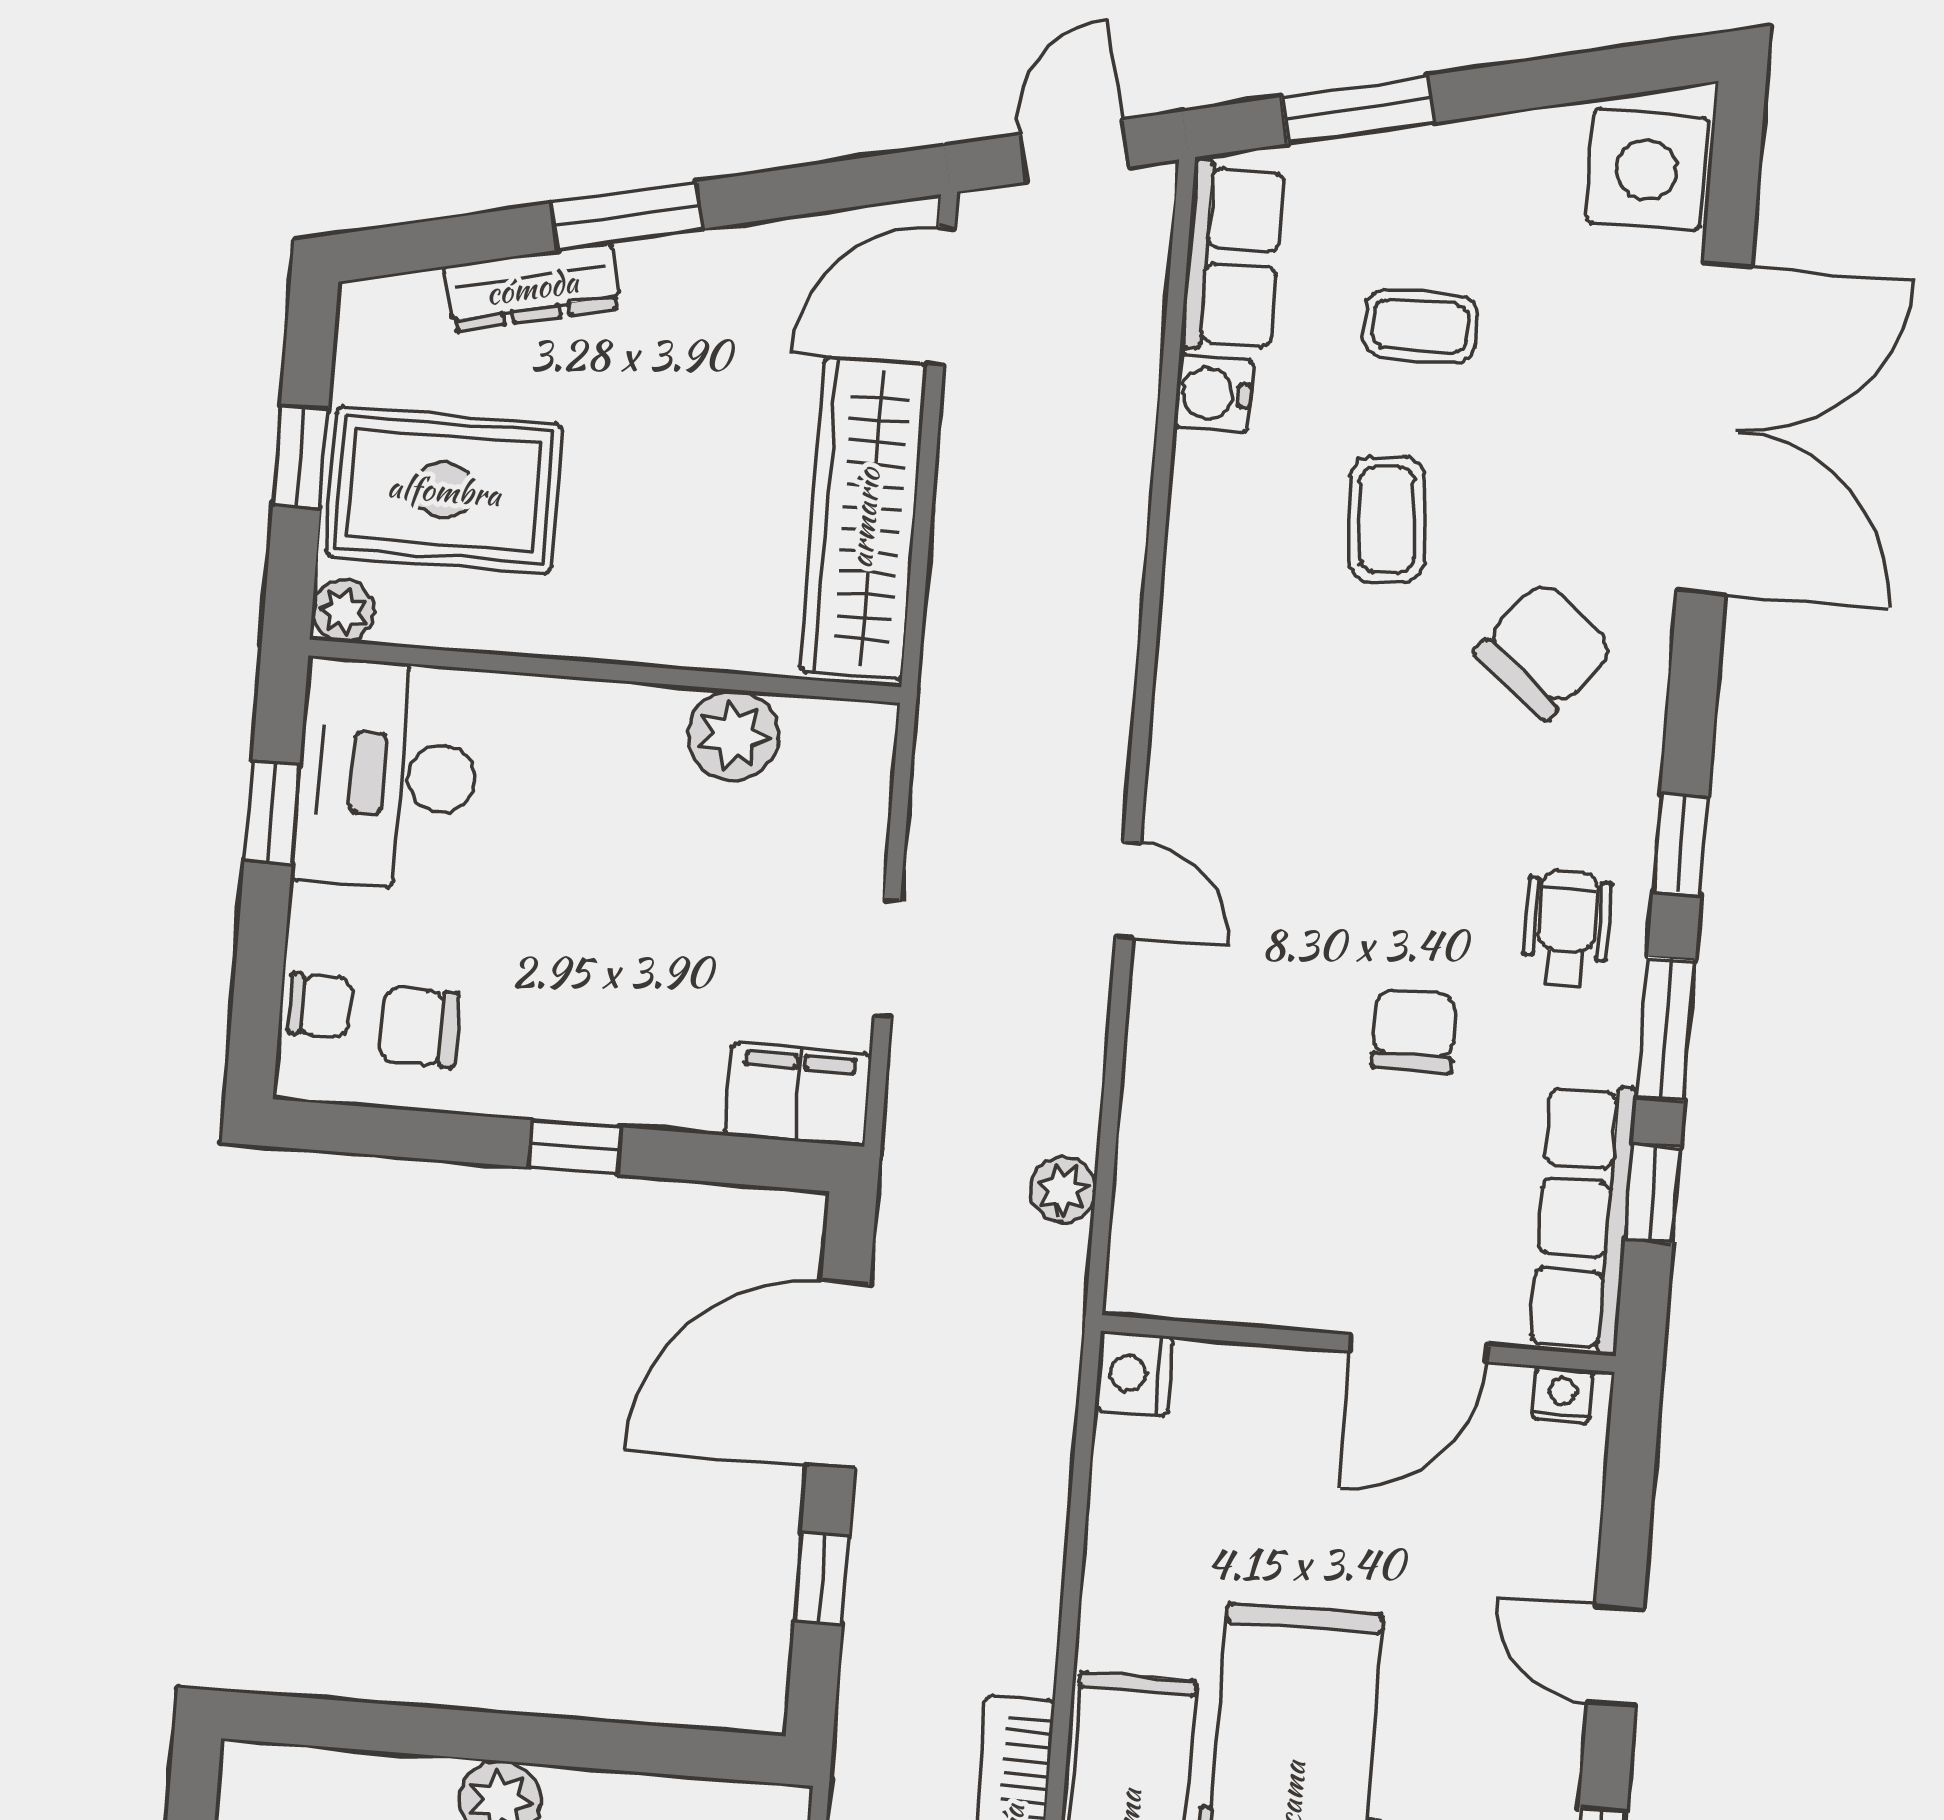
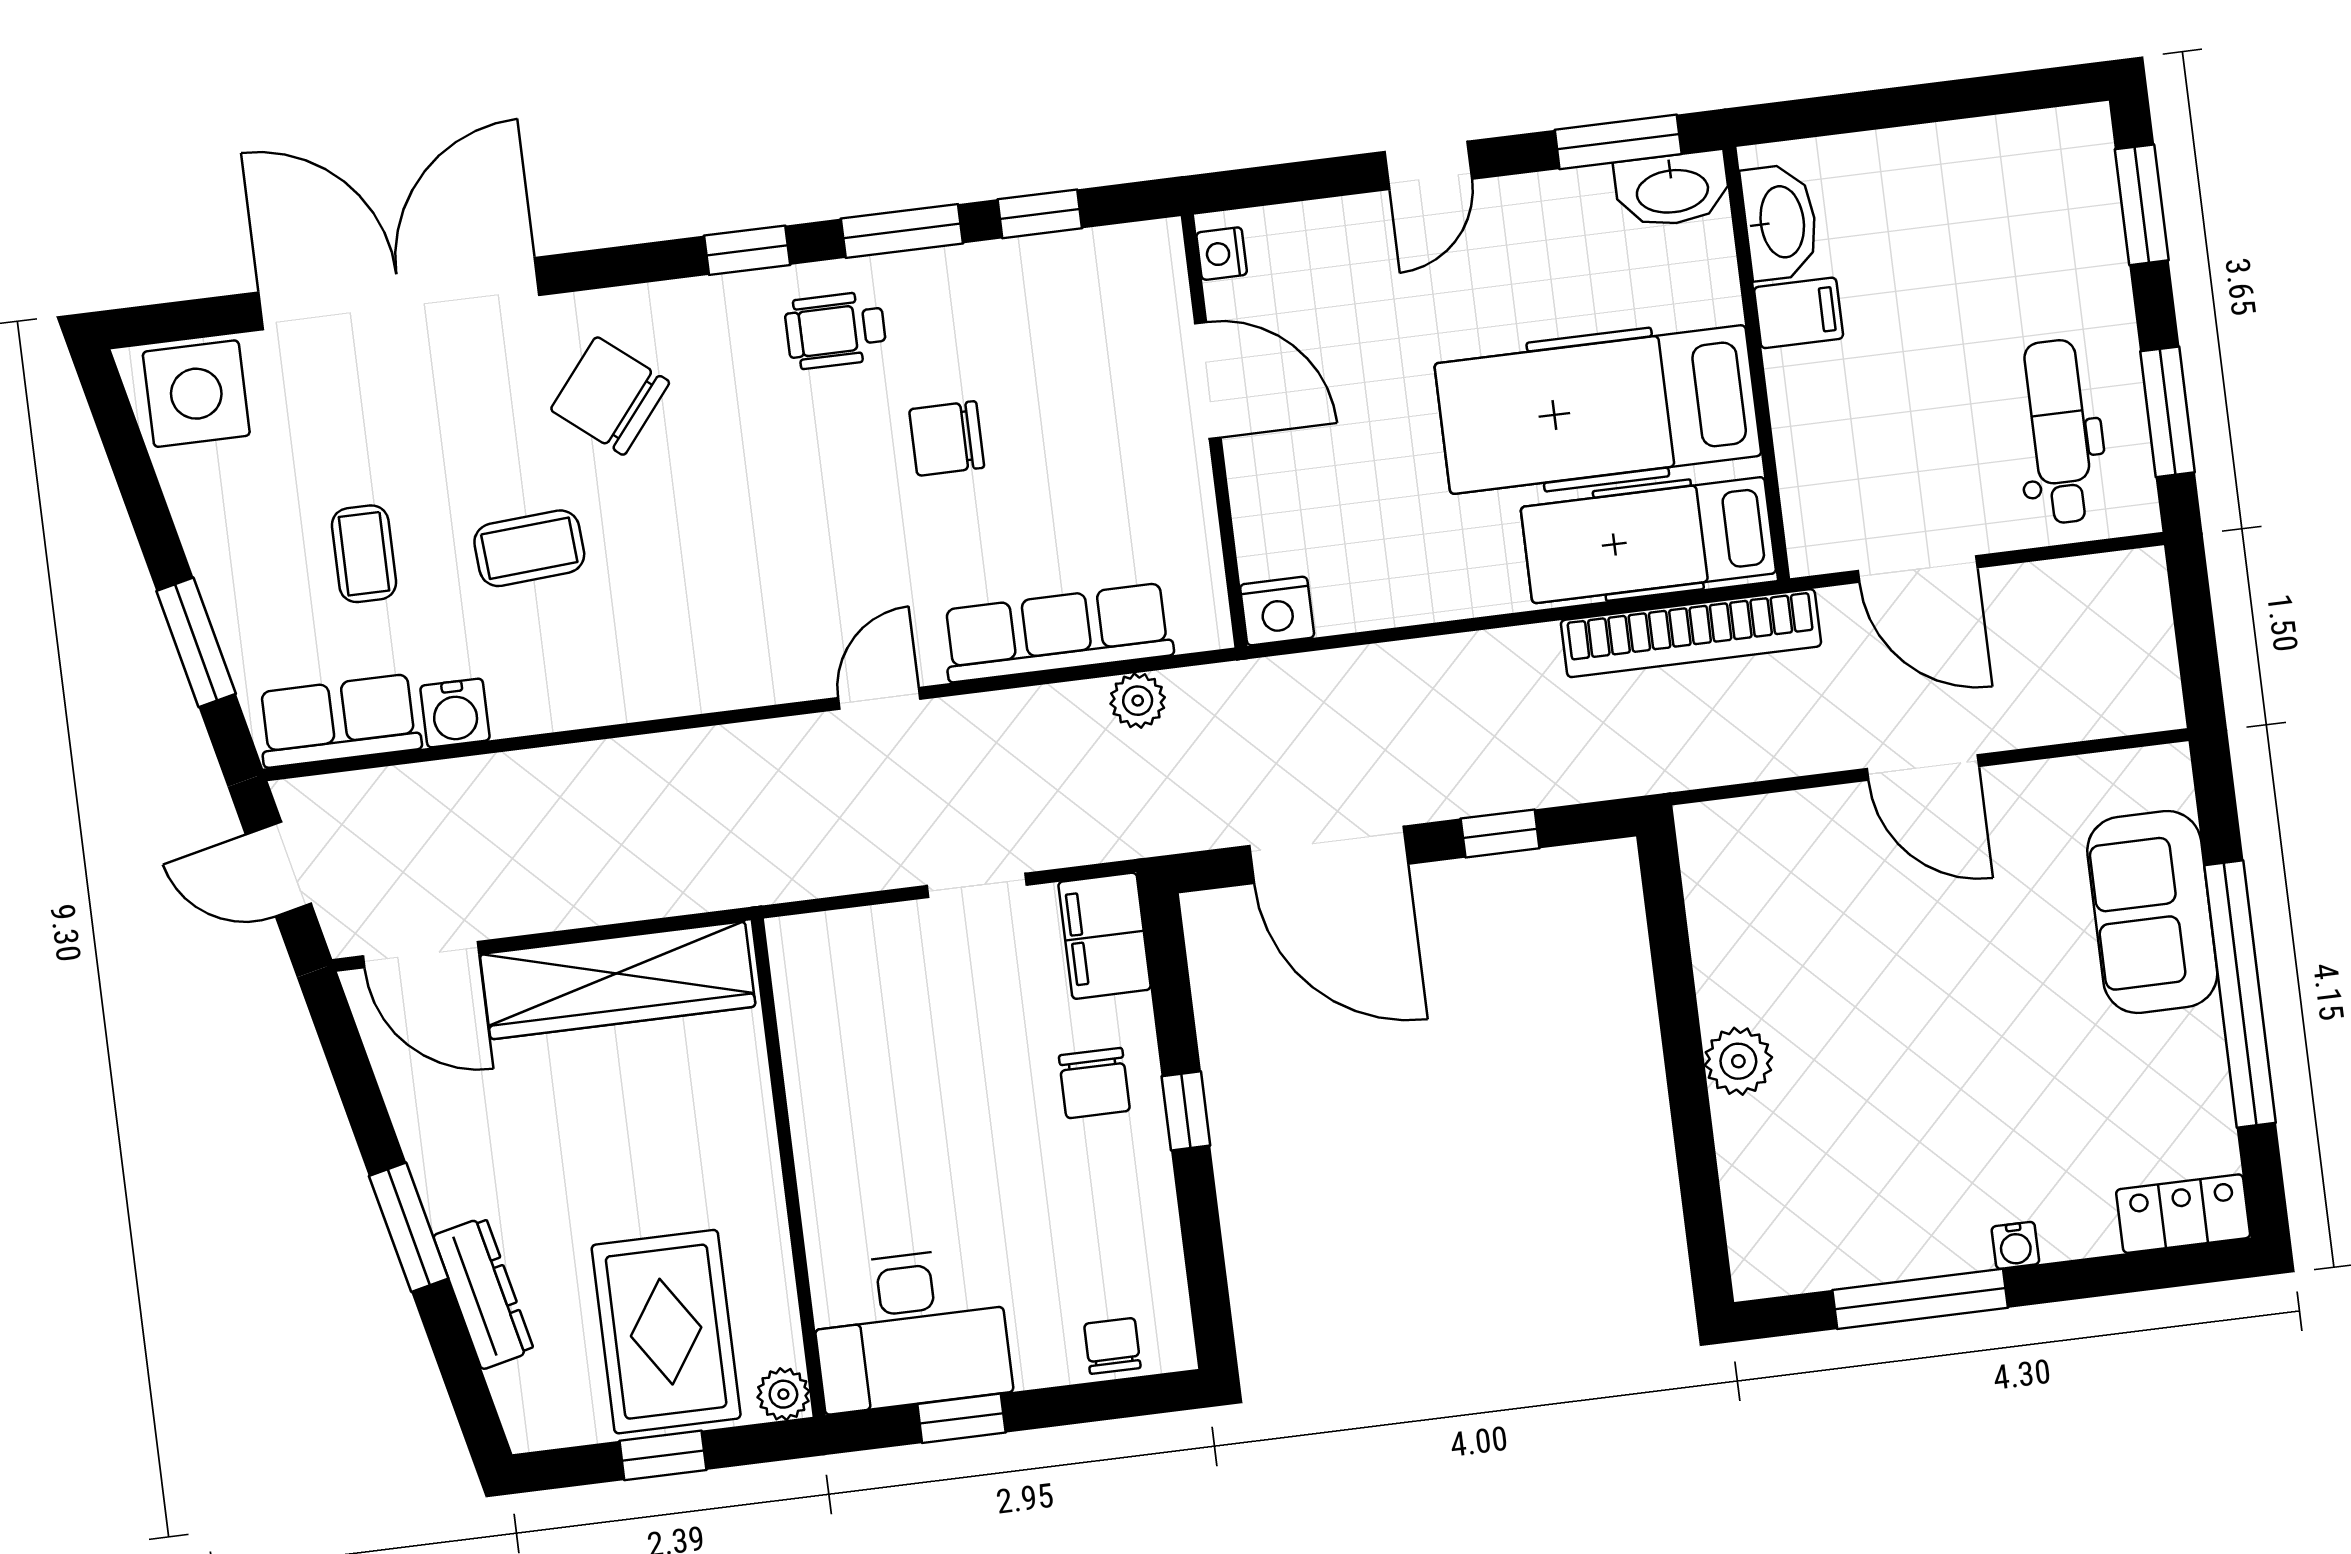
plant: (733, 735) -> (819, 1051), removed
chair: (419, 1027) -> (1094, 1083), moved
row of seats: (1583, 1219) -> (1057, 633), moved, turned 180

